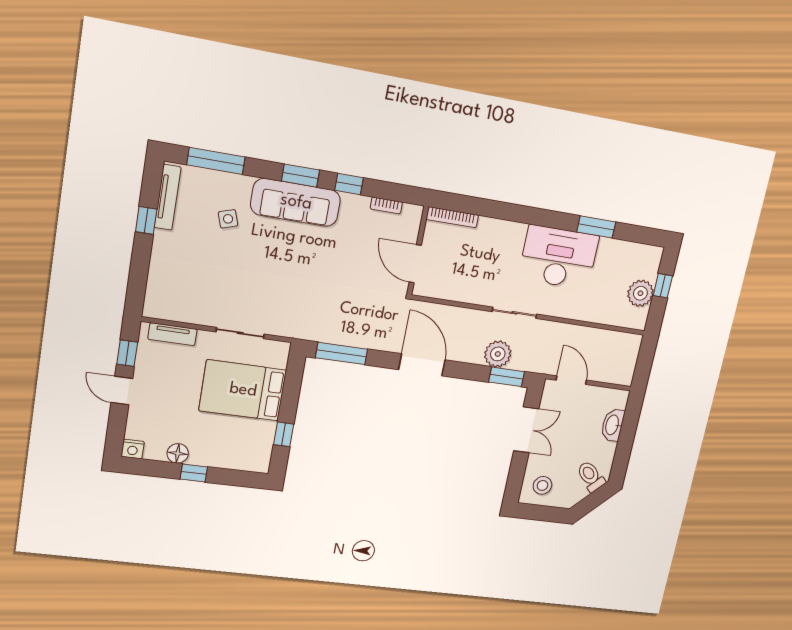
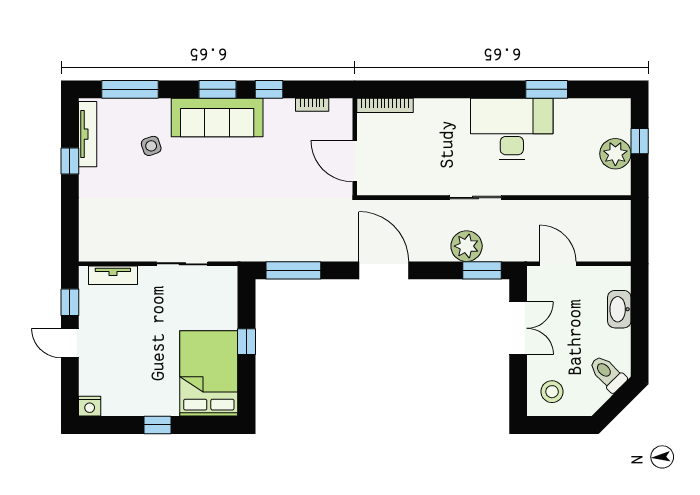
bed: (243, 390) -> (209, 373), moved, turned 90
window: (284, 434) -> (247, 342), moved
floor lamp: (178, 453) -> (137, 405), removed

